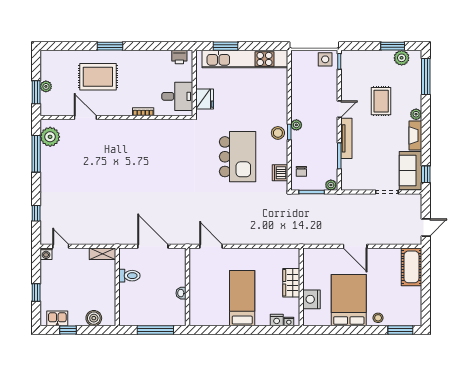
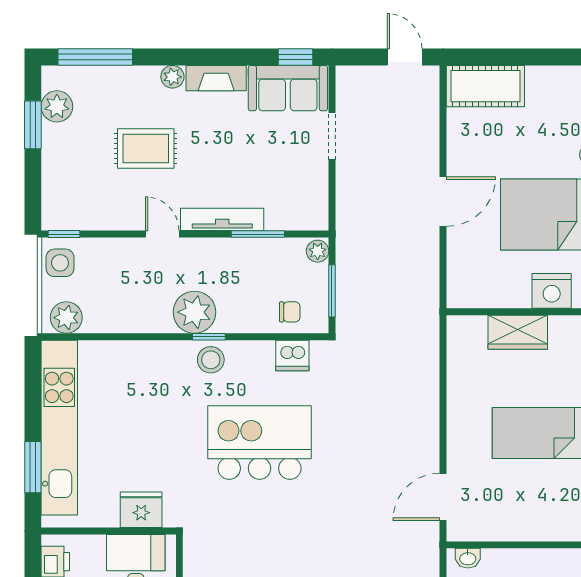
plant: (299, 62) -> (66, 318), added
plant: (296, 125) -> (194, 312), width x1.87, depth x1.87
washbasin: (181, 293) -> (468, 558), moved

